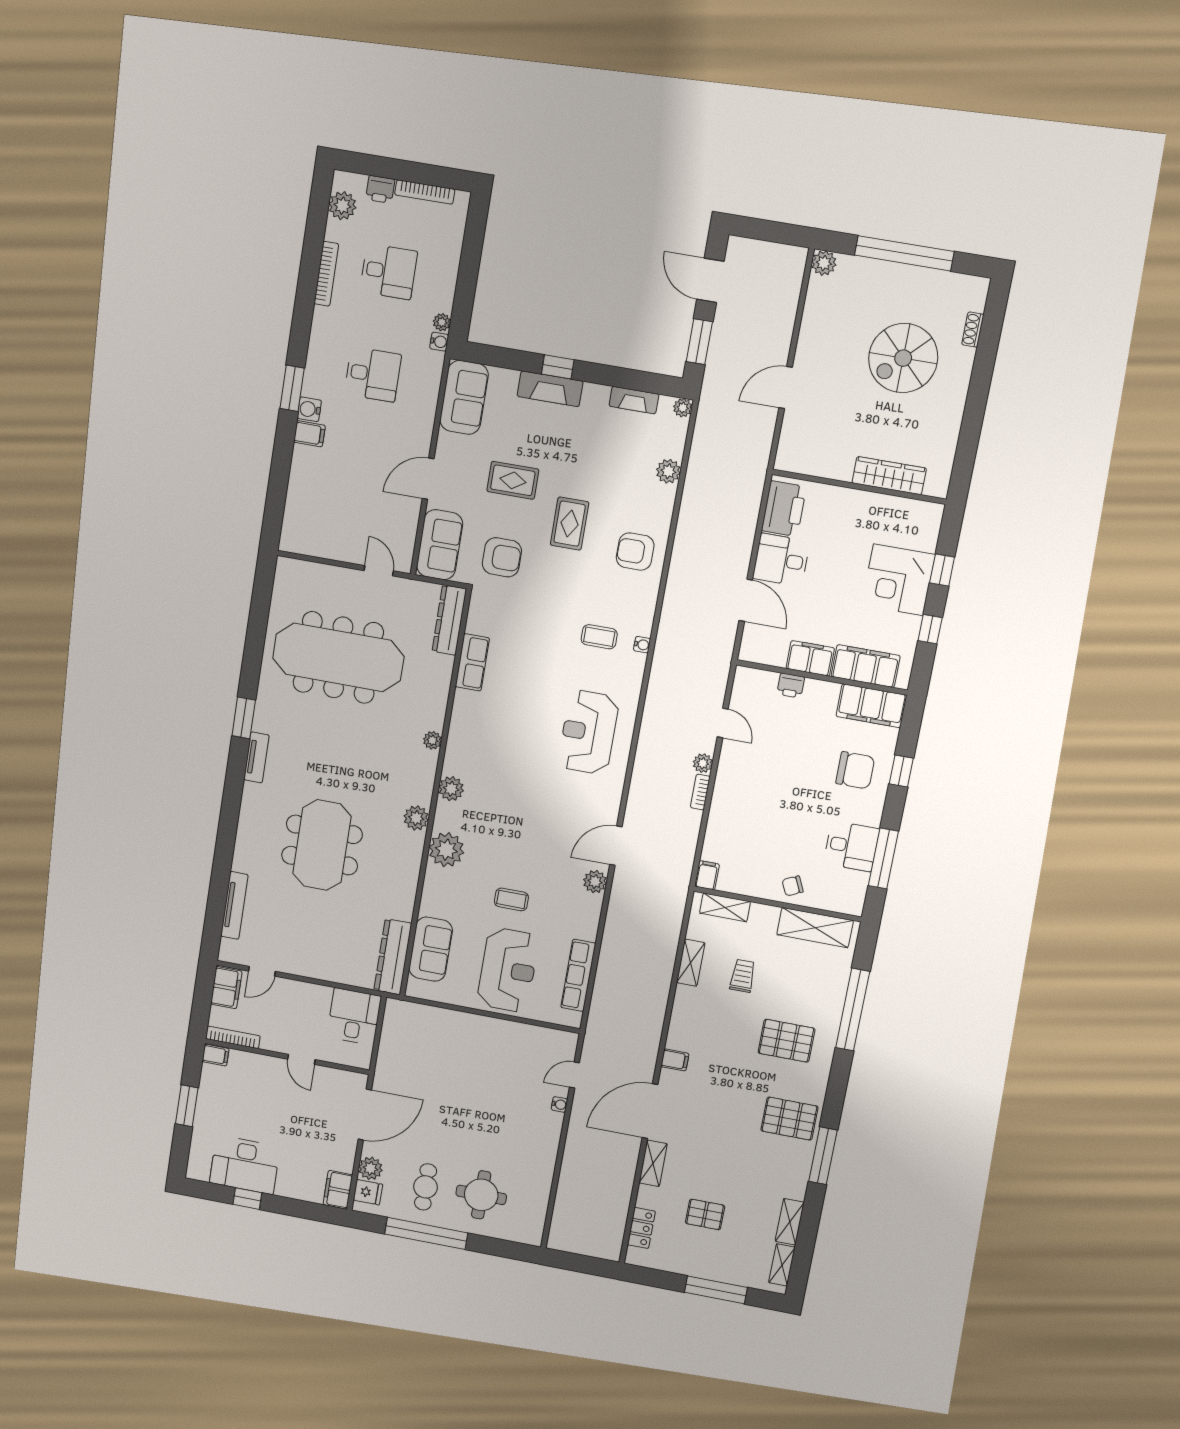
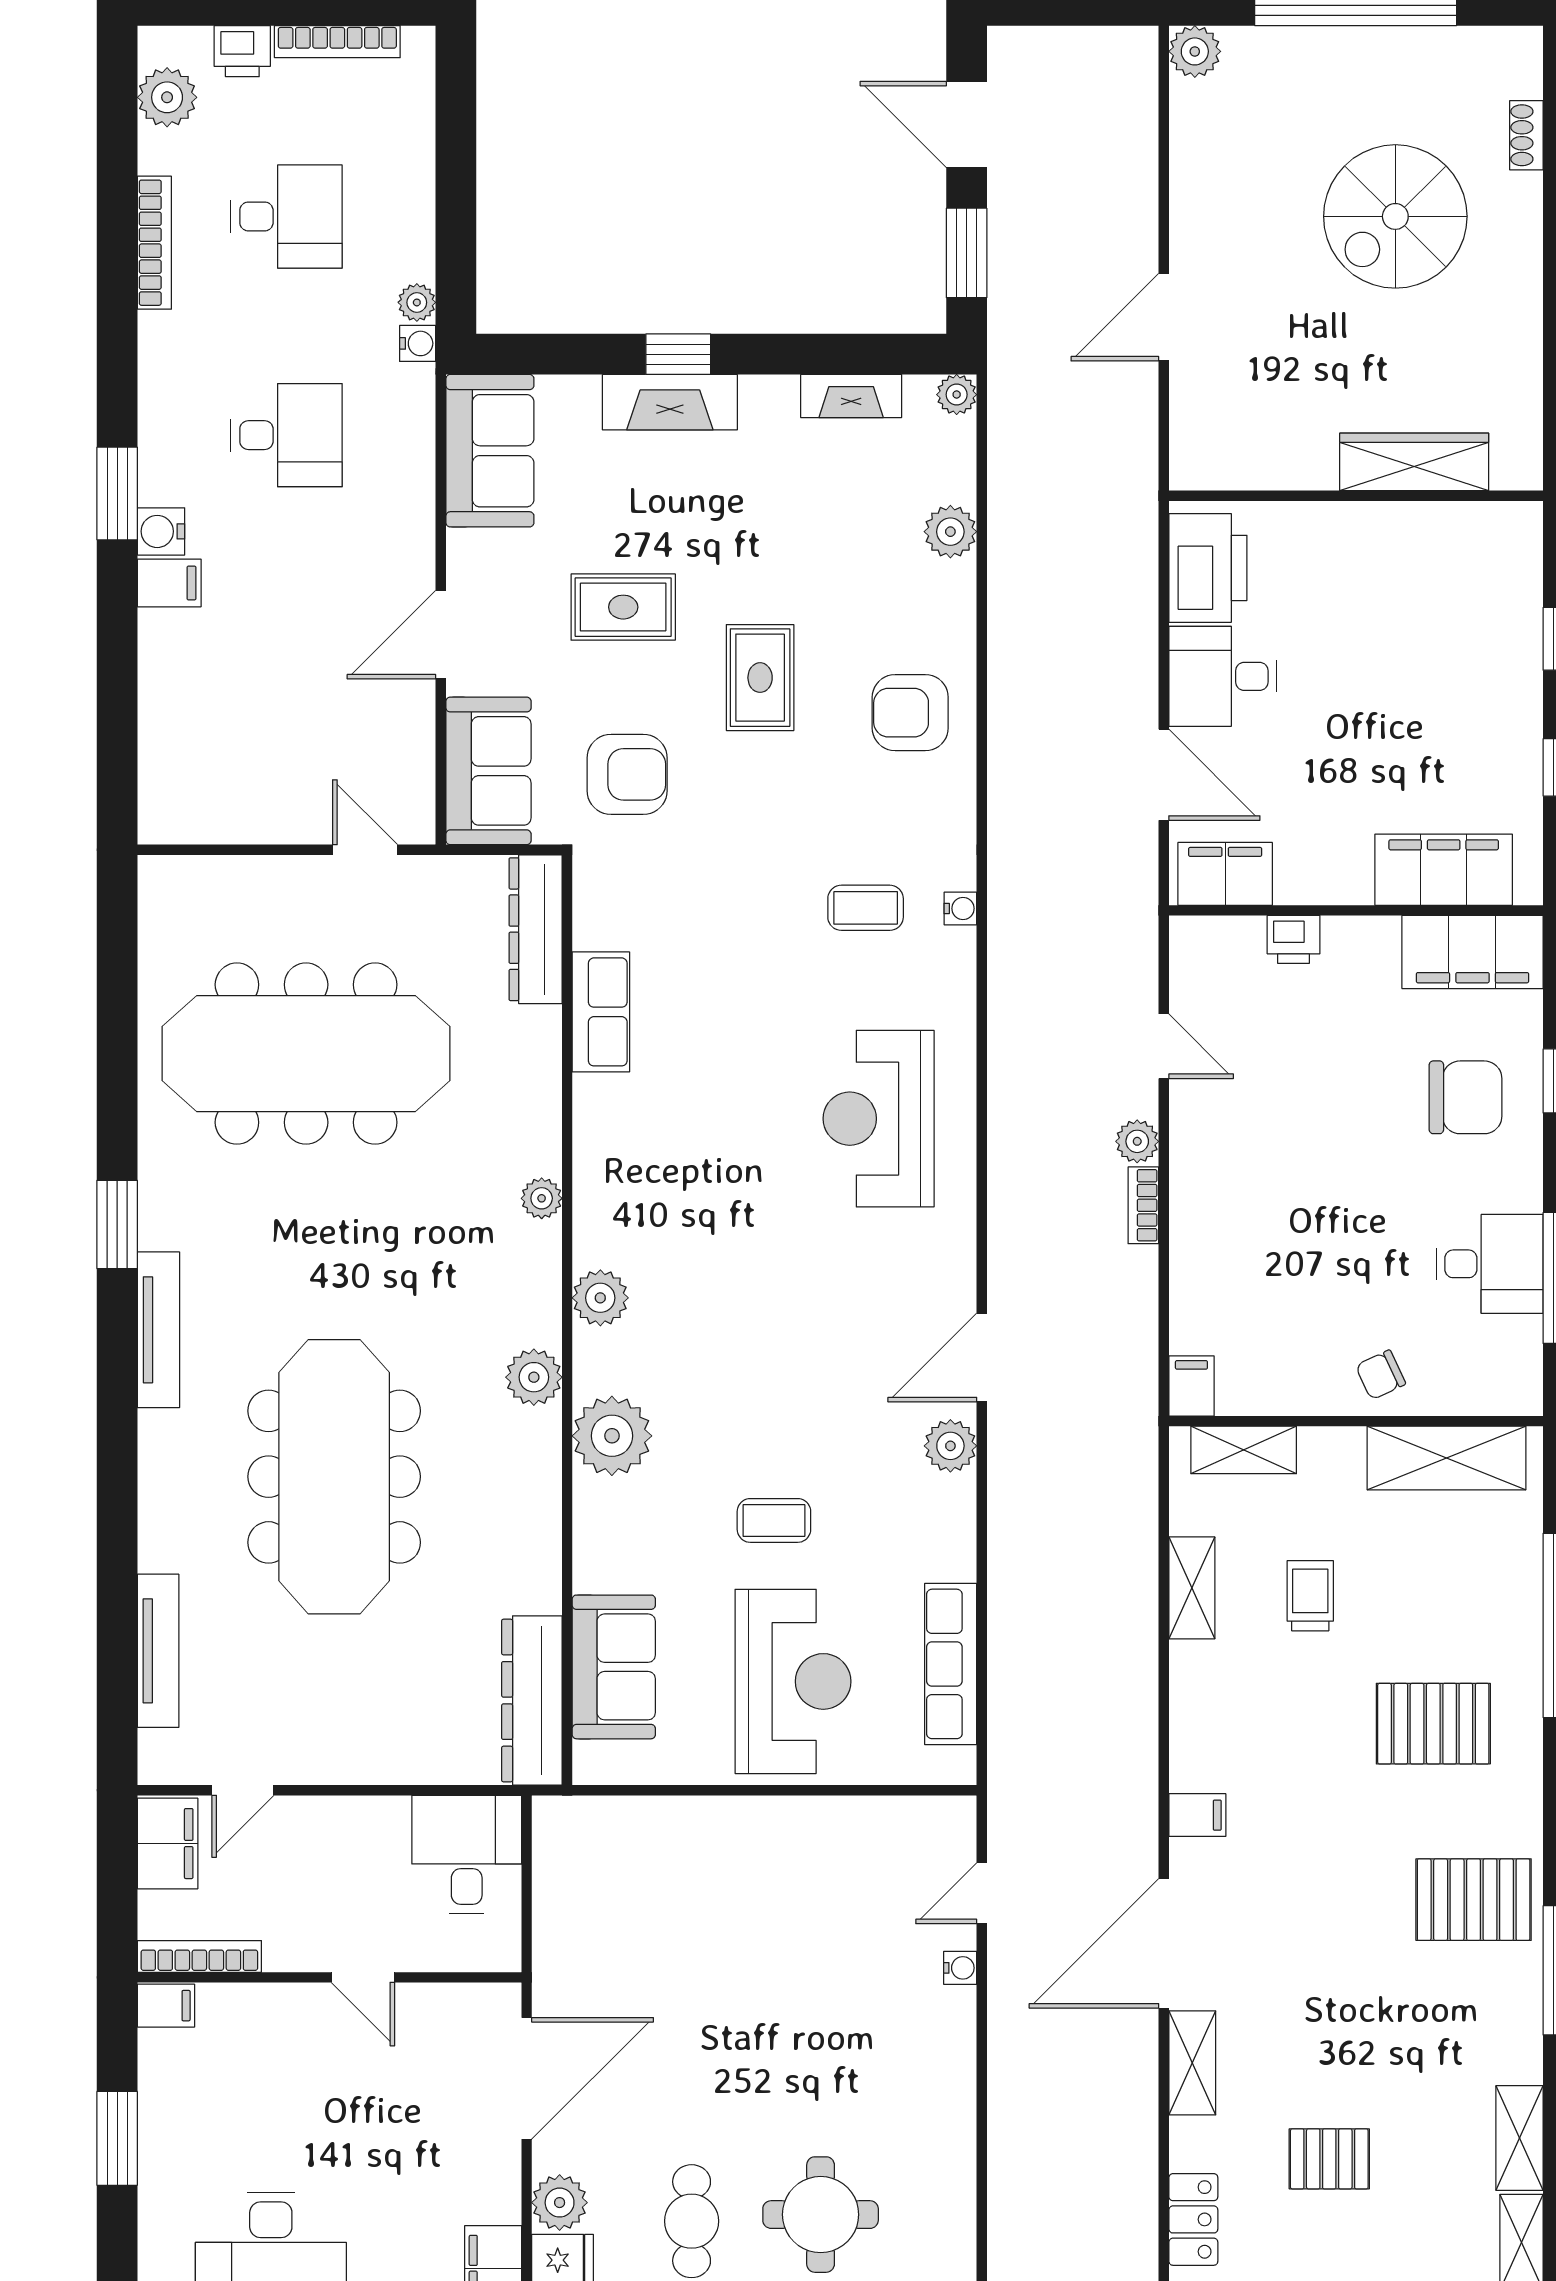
corner desk: (898, 580) -> (1476, 675), removed
filing cabinet: (810, 658) -> (1225, 874), moved
tv unit: (256, 757) -> (158, 1330), width x1.41
meeting table: (322, 845) -> (334, 1477), width x1.36

